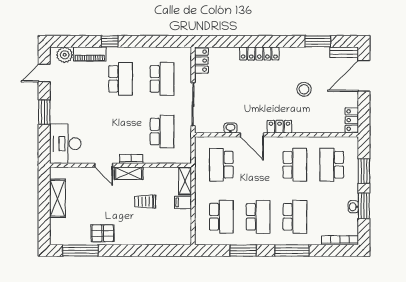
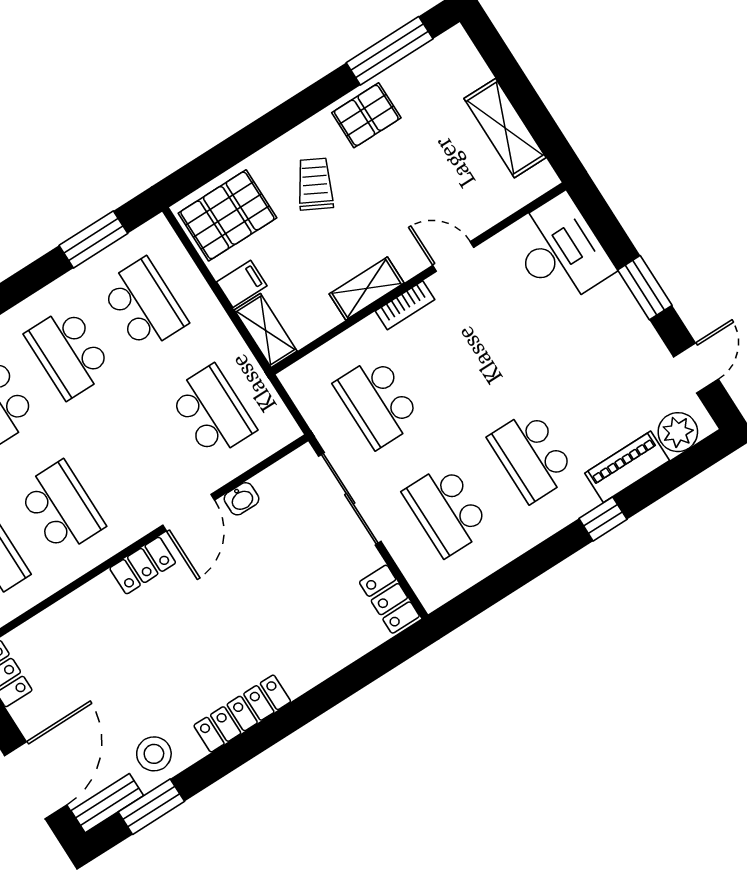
window: (318, 41) -> (151, 807), moved
locker: (259, 53) -> (242, 713), moved
stool: (304, 89) -> (154, 754), moved
door: (252, 135) -> (189, 513), swing flipped
school desk: (295, 165) -> (61, 508), turned 180
shelving: (129, 173) -> (367, 288), moved
trolley: (145, 202) -> (315, 184), moved, turned -62
school desk: (221, 217) -> (144, 305), turned 180
pallet: (173, 229) -> (227, 215), added
window: (243, 251) -> (93, 239), moved

